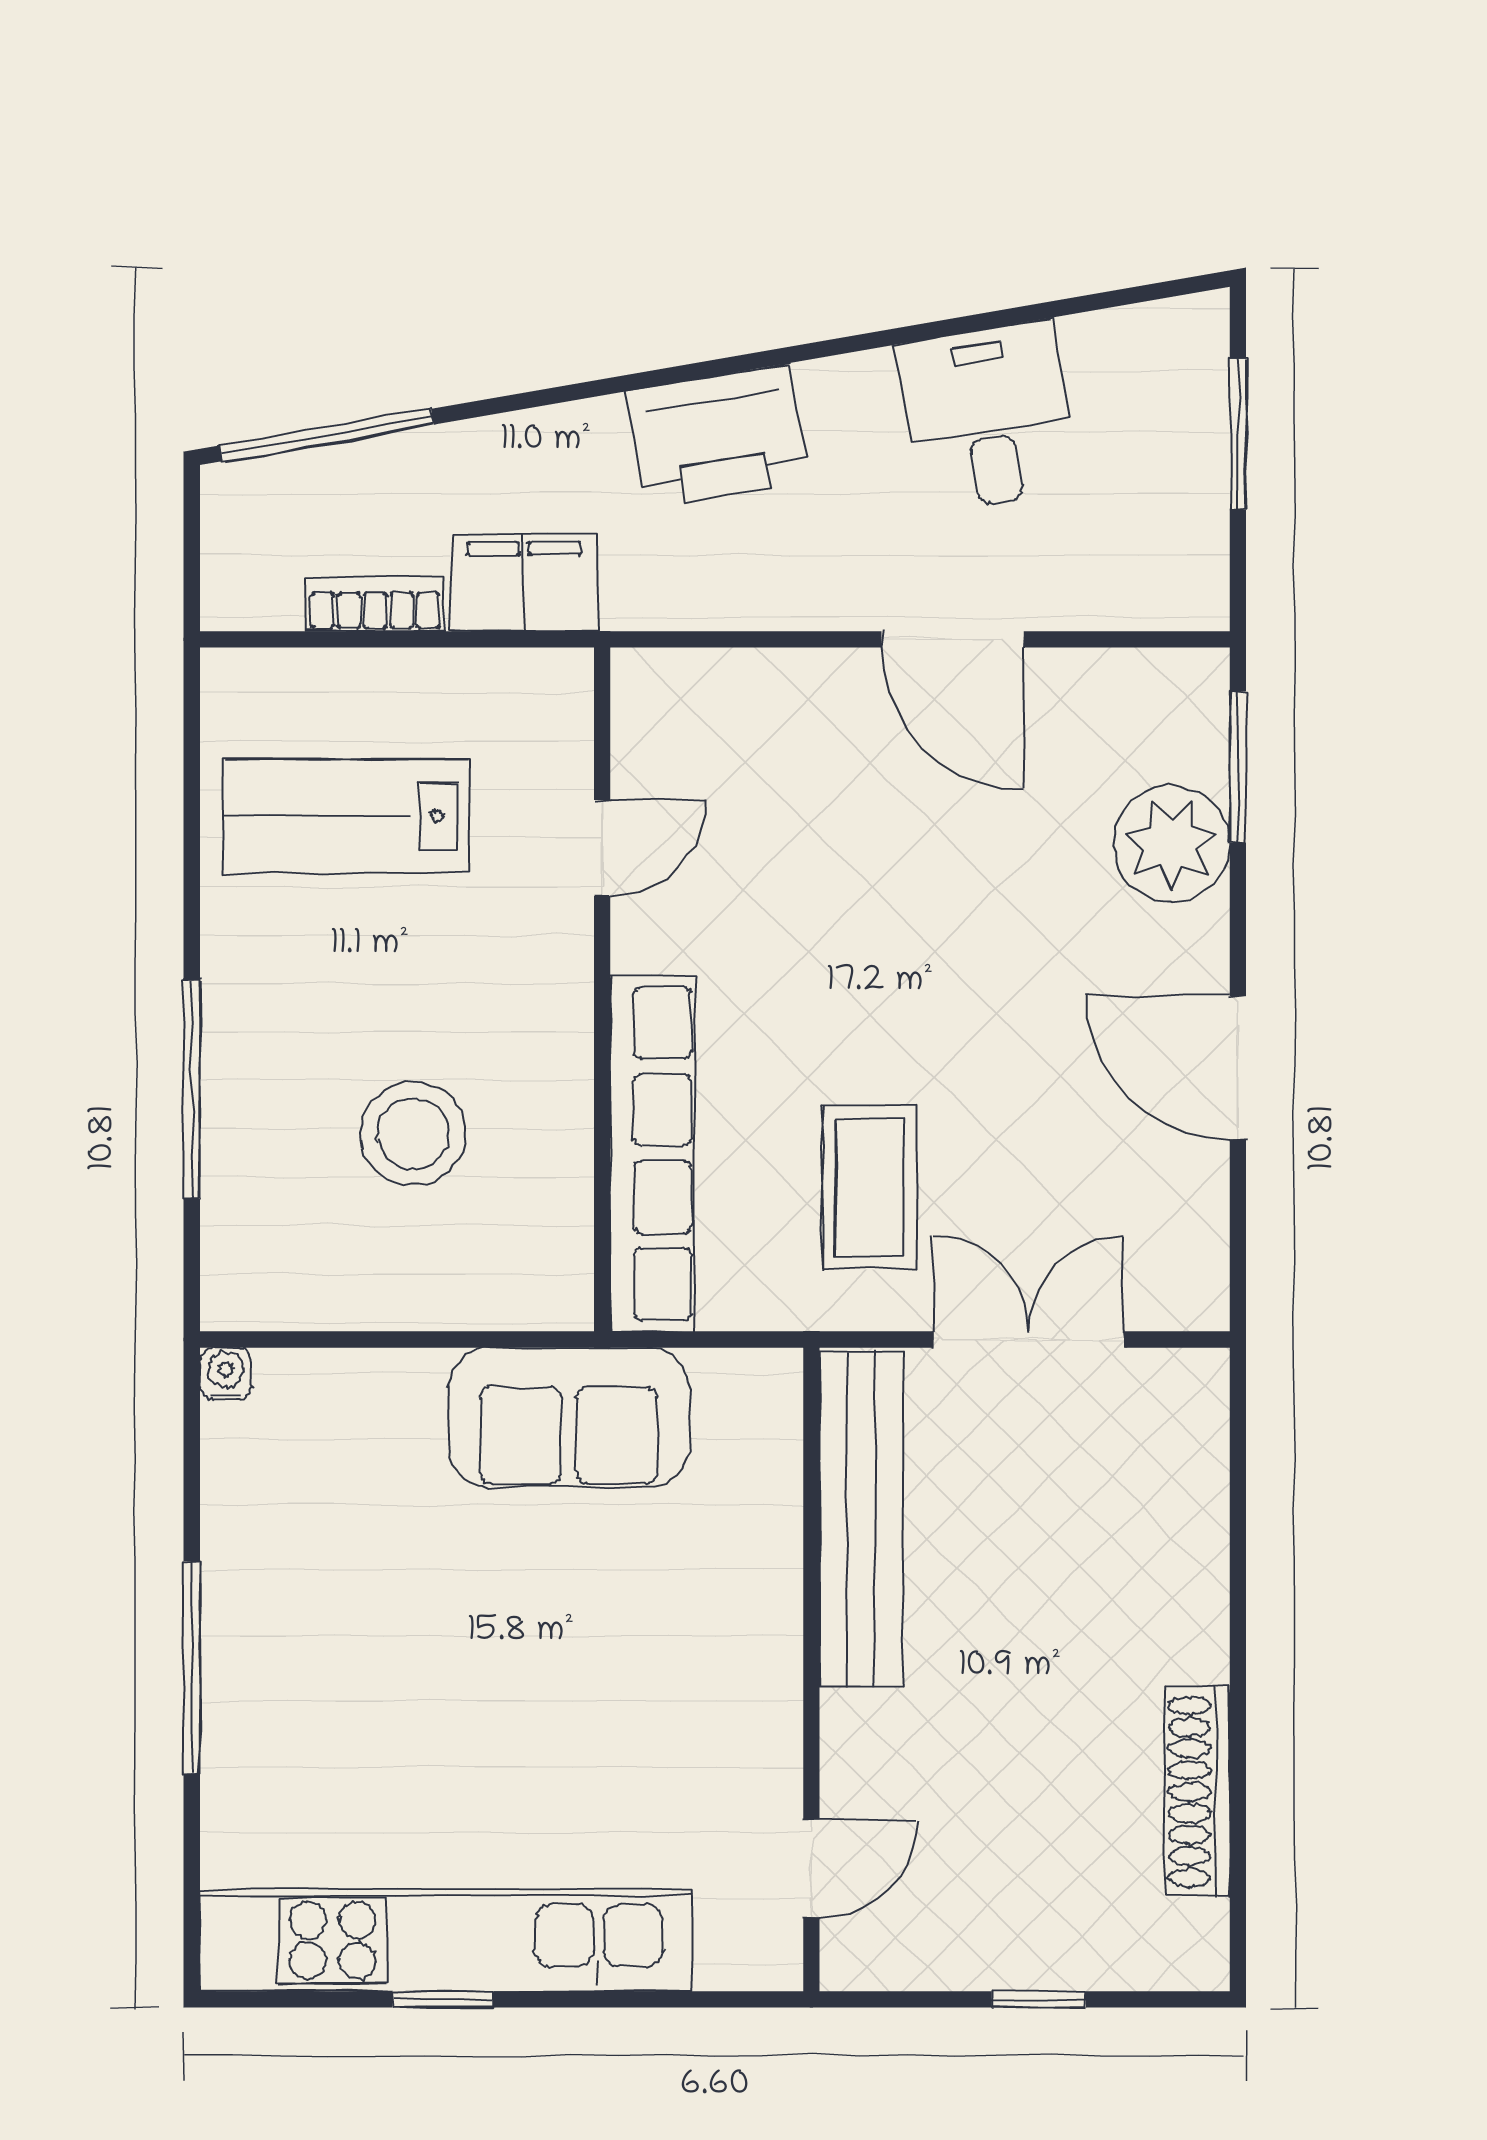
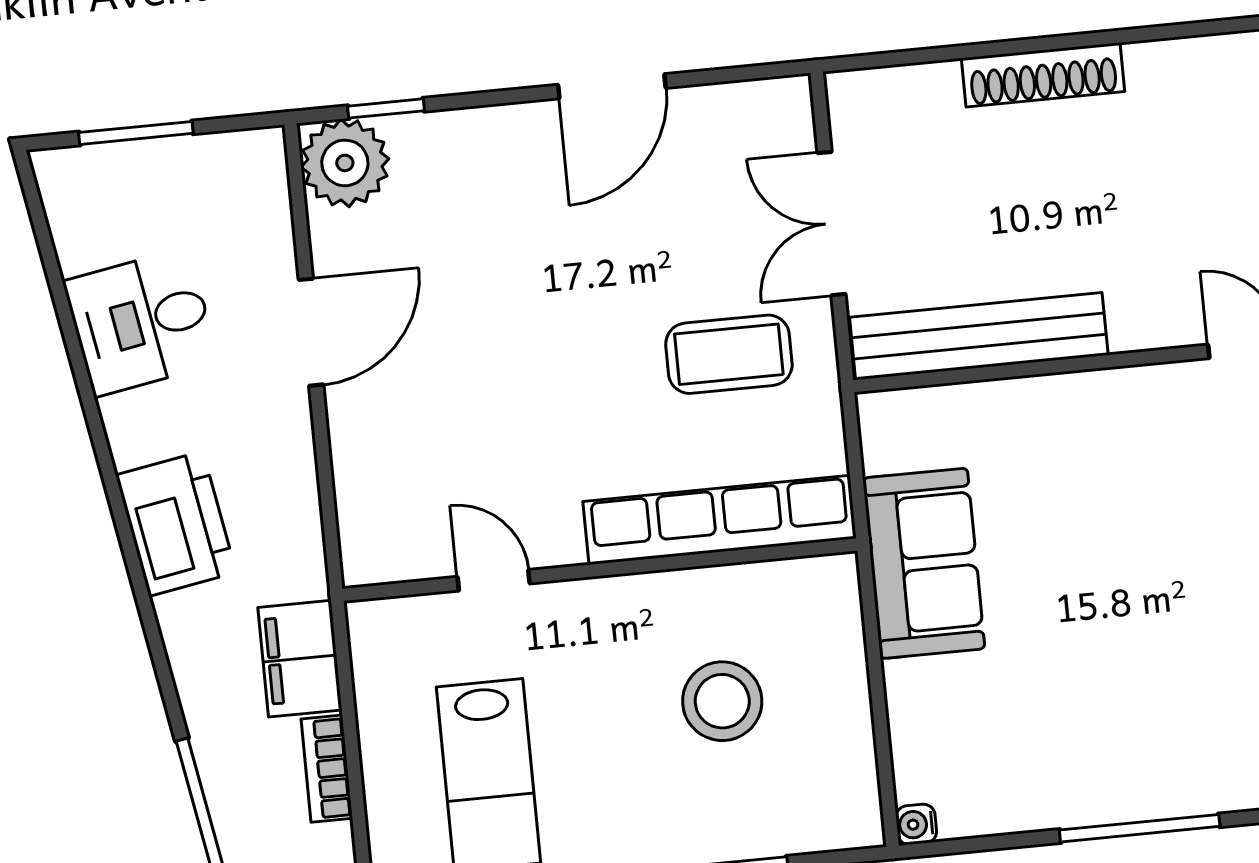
window: (1238, 767) -> (386, 108), width x0.67
plant: (1171, 844) -> (345, 163), moved
shoe rack: (1197, 1792) -> (1043, 75), moved

